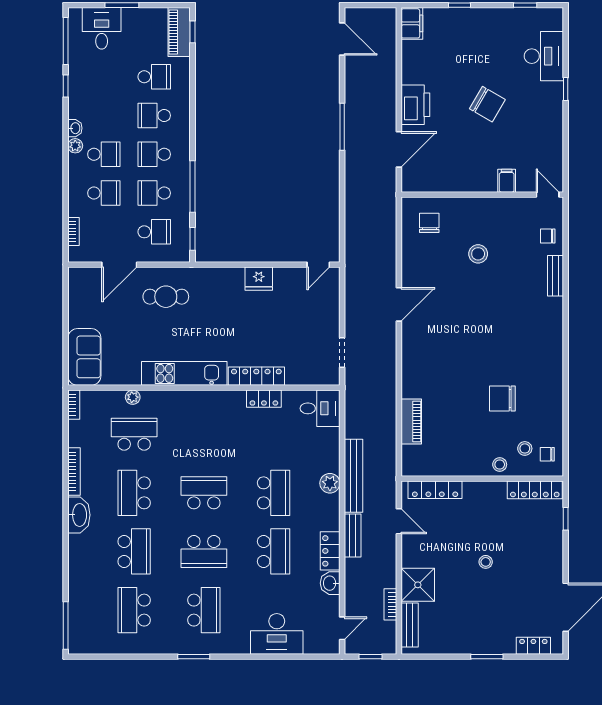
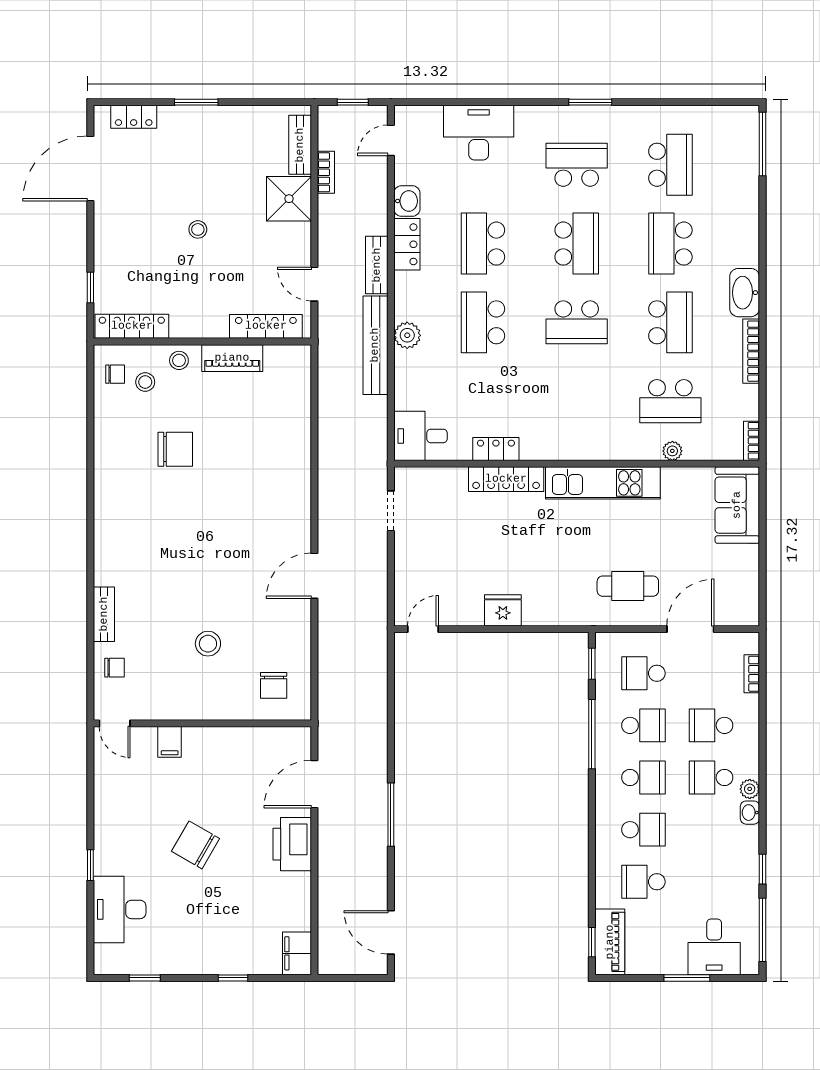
piano: (411, 422) -> (232, 358), moved, turned -90
school desk: (204, 551) -> (577, 244), turned 90
school desk: (204, 610) -> (577, 165), turned 90

